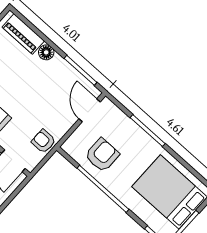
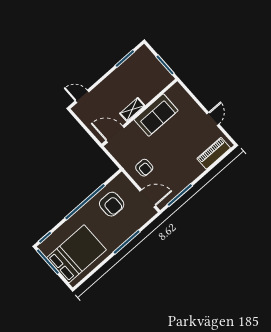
floor lamp: (46, 52) -> (197, 170), removed
armchair: (44, 141) -> (144, 168), moved, turned 90

